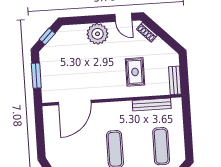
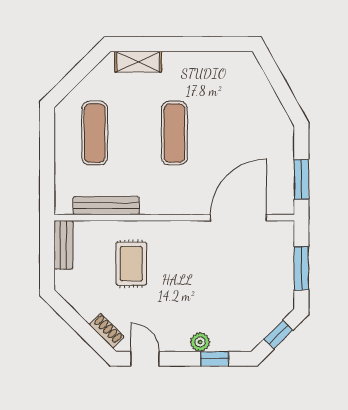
window: (83, 20) -> (215, 359), added
plant: (98, 34) -> (200, 342), width x0.53, depth x0.53
window: (40, 127) -> (301, 180), added

